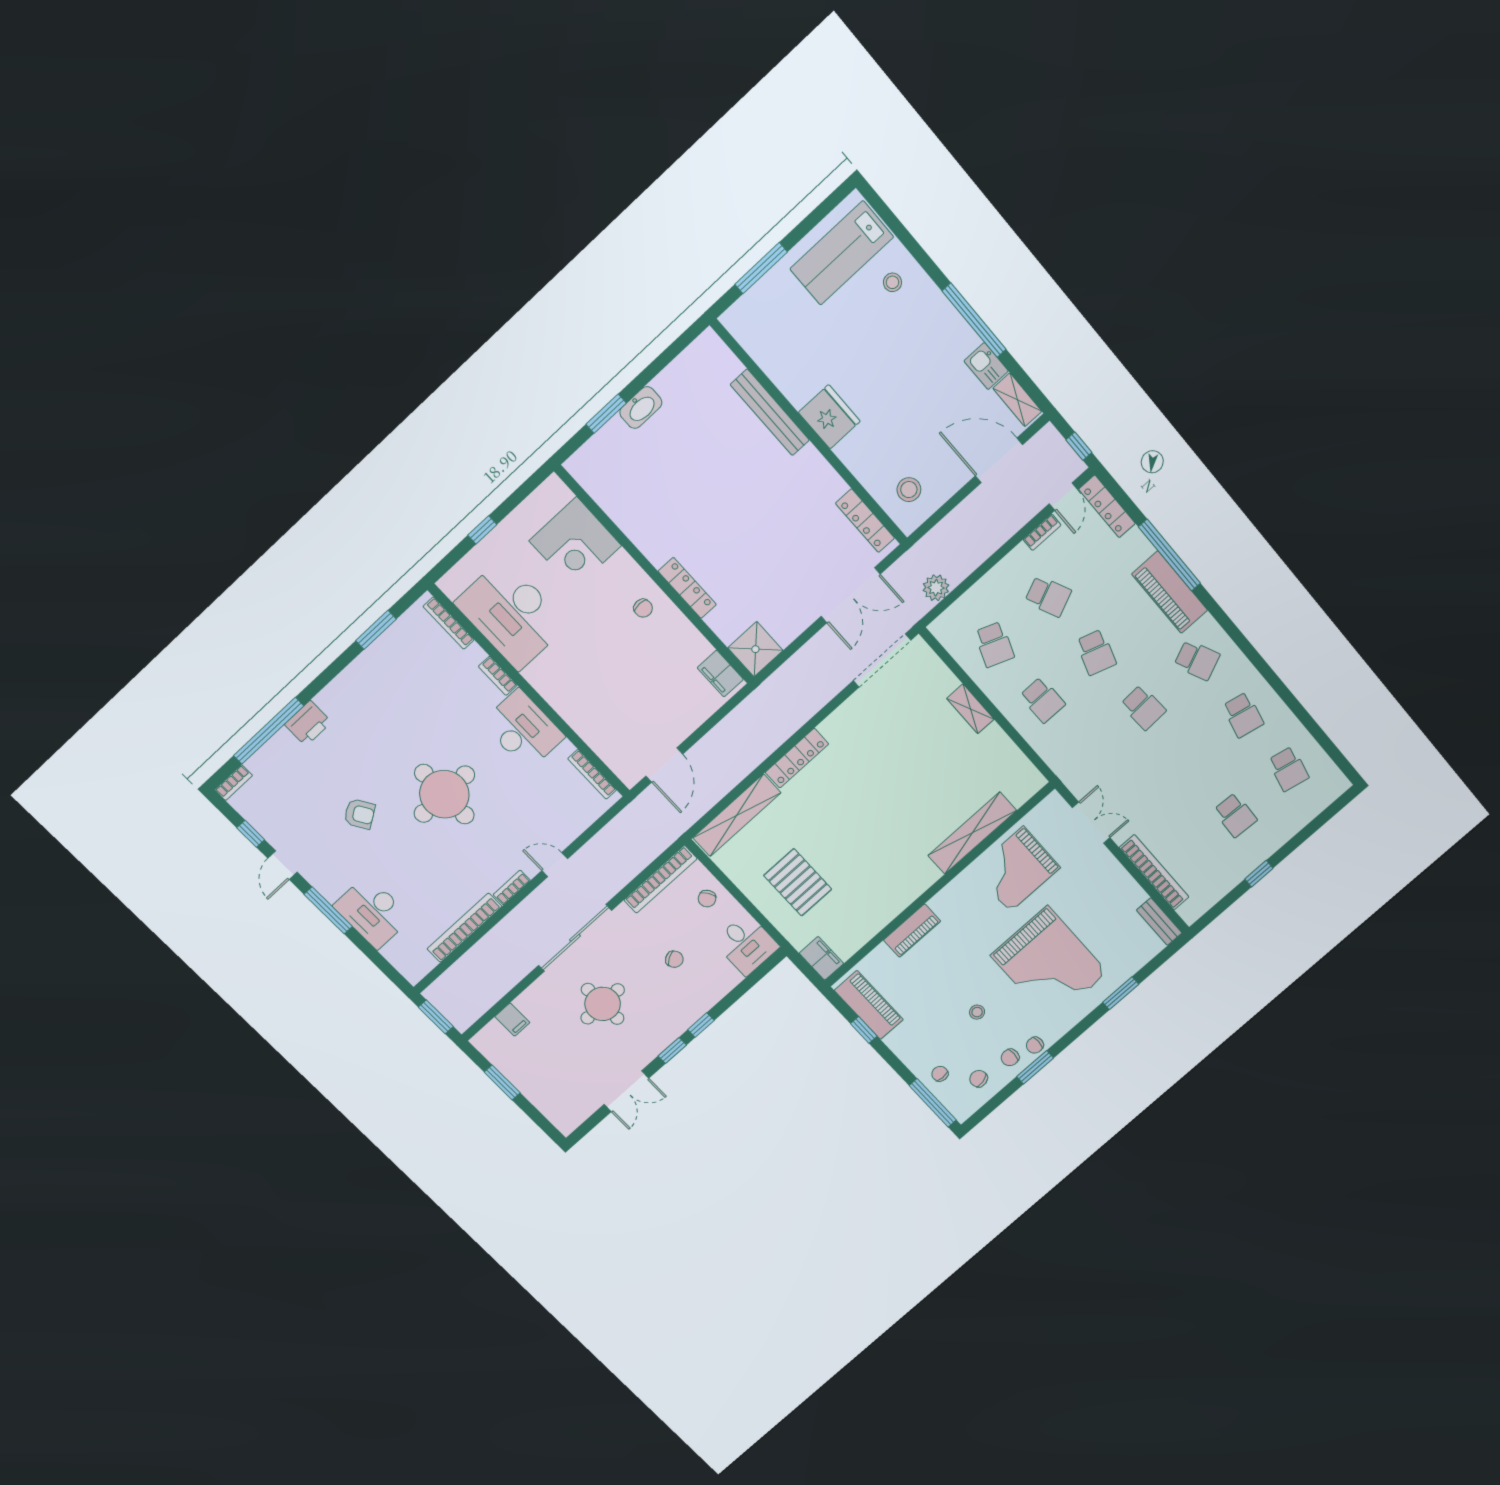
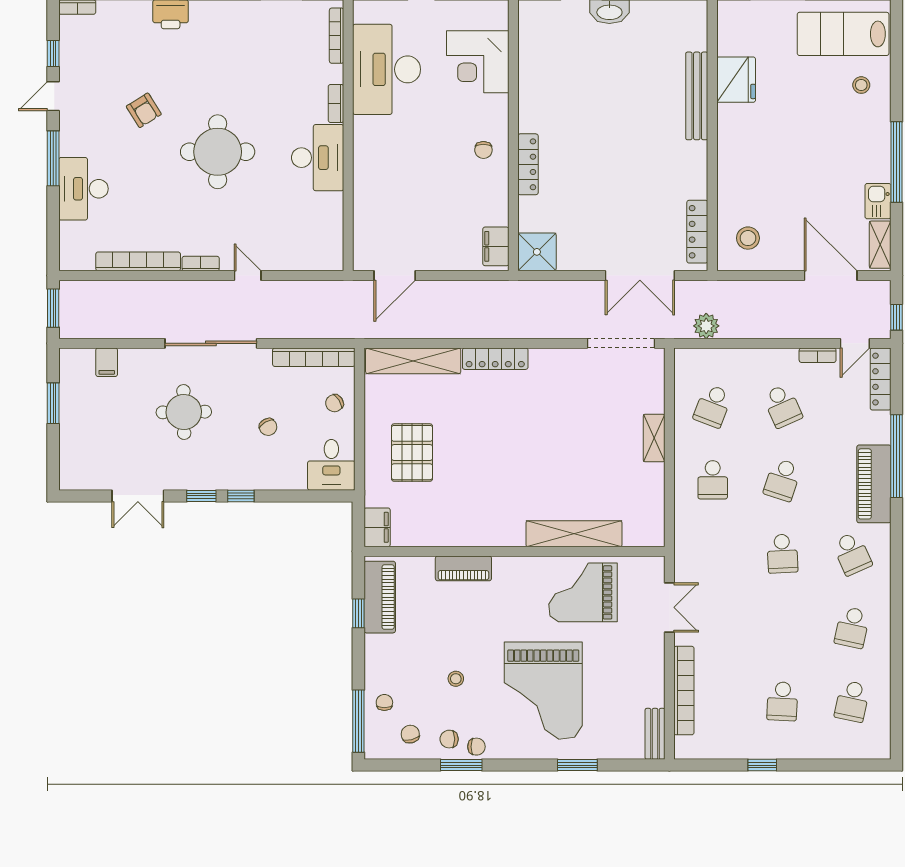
fridge: (829, 417) -> (736, 80), moved
bookcase: (592, 774) -> (337, 235), removed
chair: (1035, 1045) -> (476, 747), turned 180

